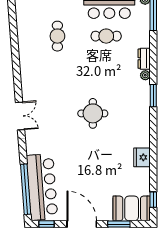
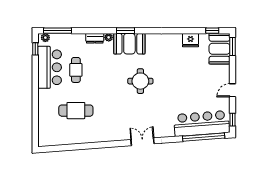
cafe table: (57, 36) -> (76, 111), width x1.37, depth x1.35
booth: (138, 100) -> (129, 44), added
fridge: (142, 157) -> (190, 40), moved
door: (82, 224) -> (233, 90), width x0.53
window: (119, 224) -> (233, 46), moved

